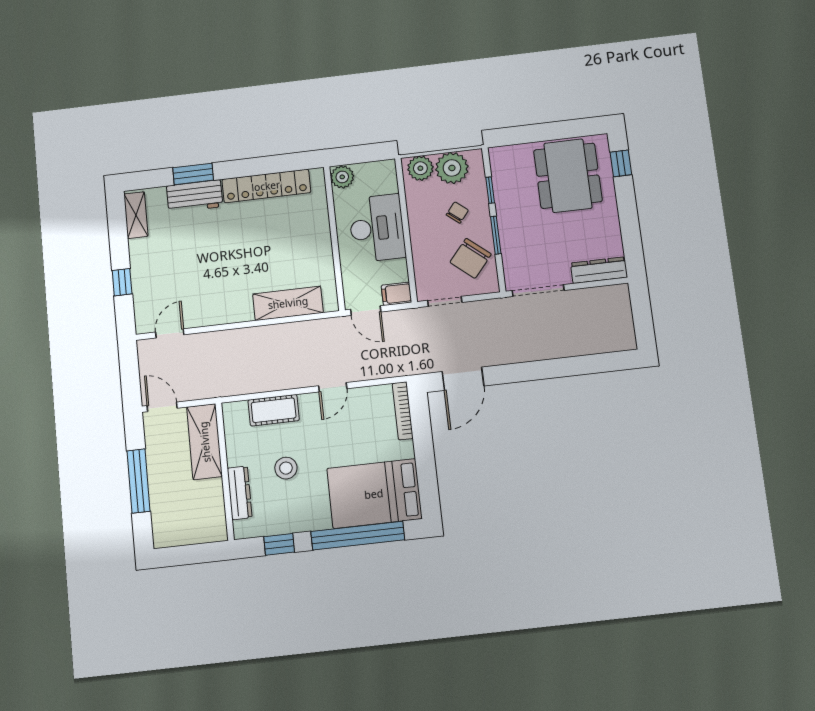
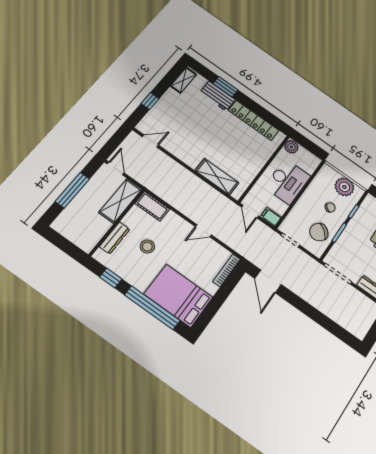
plant: (420, 168) -> (330, 174), removed
door: (463, 379) -> (268, 281), hinge flipped
cot: (274, 410) -> (152, 206), moved

